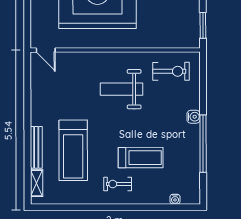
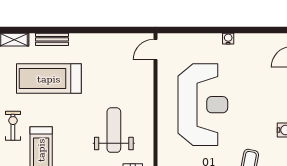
bench: (36, 147) -> (52, 39), width x0.73

